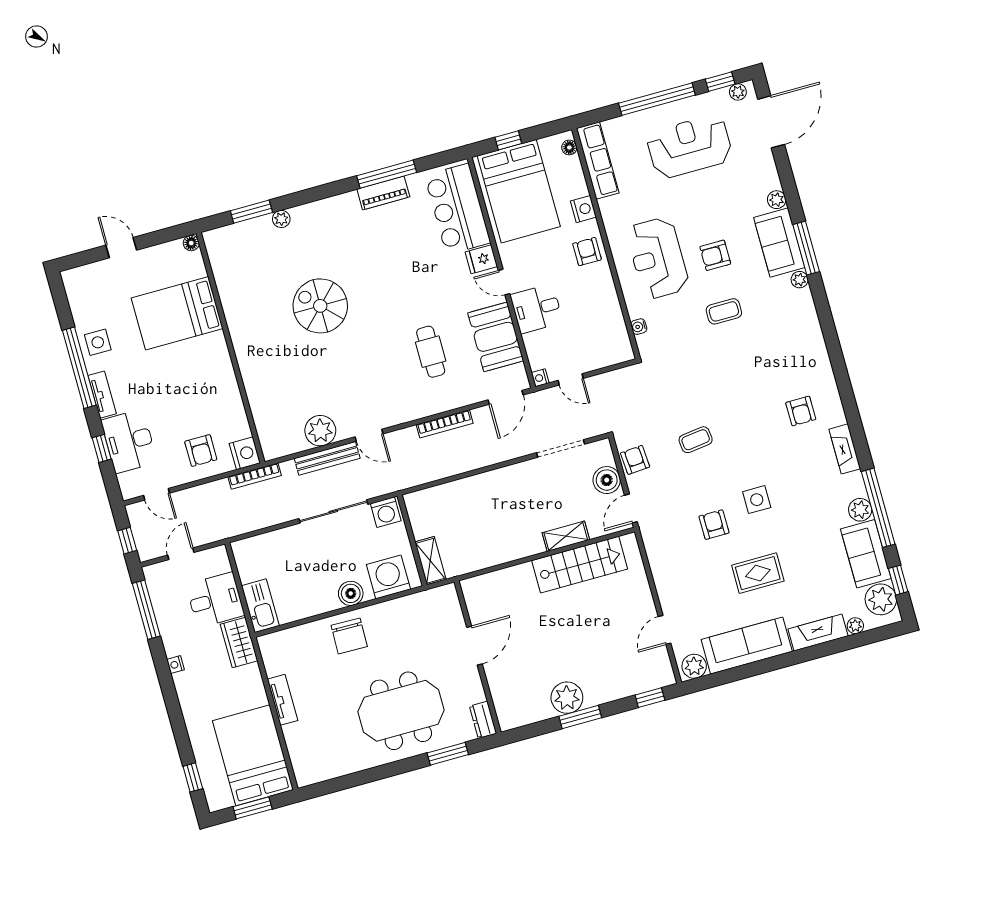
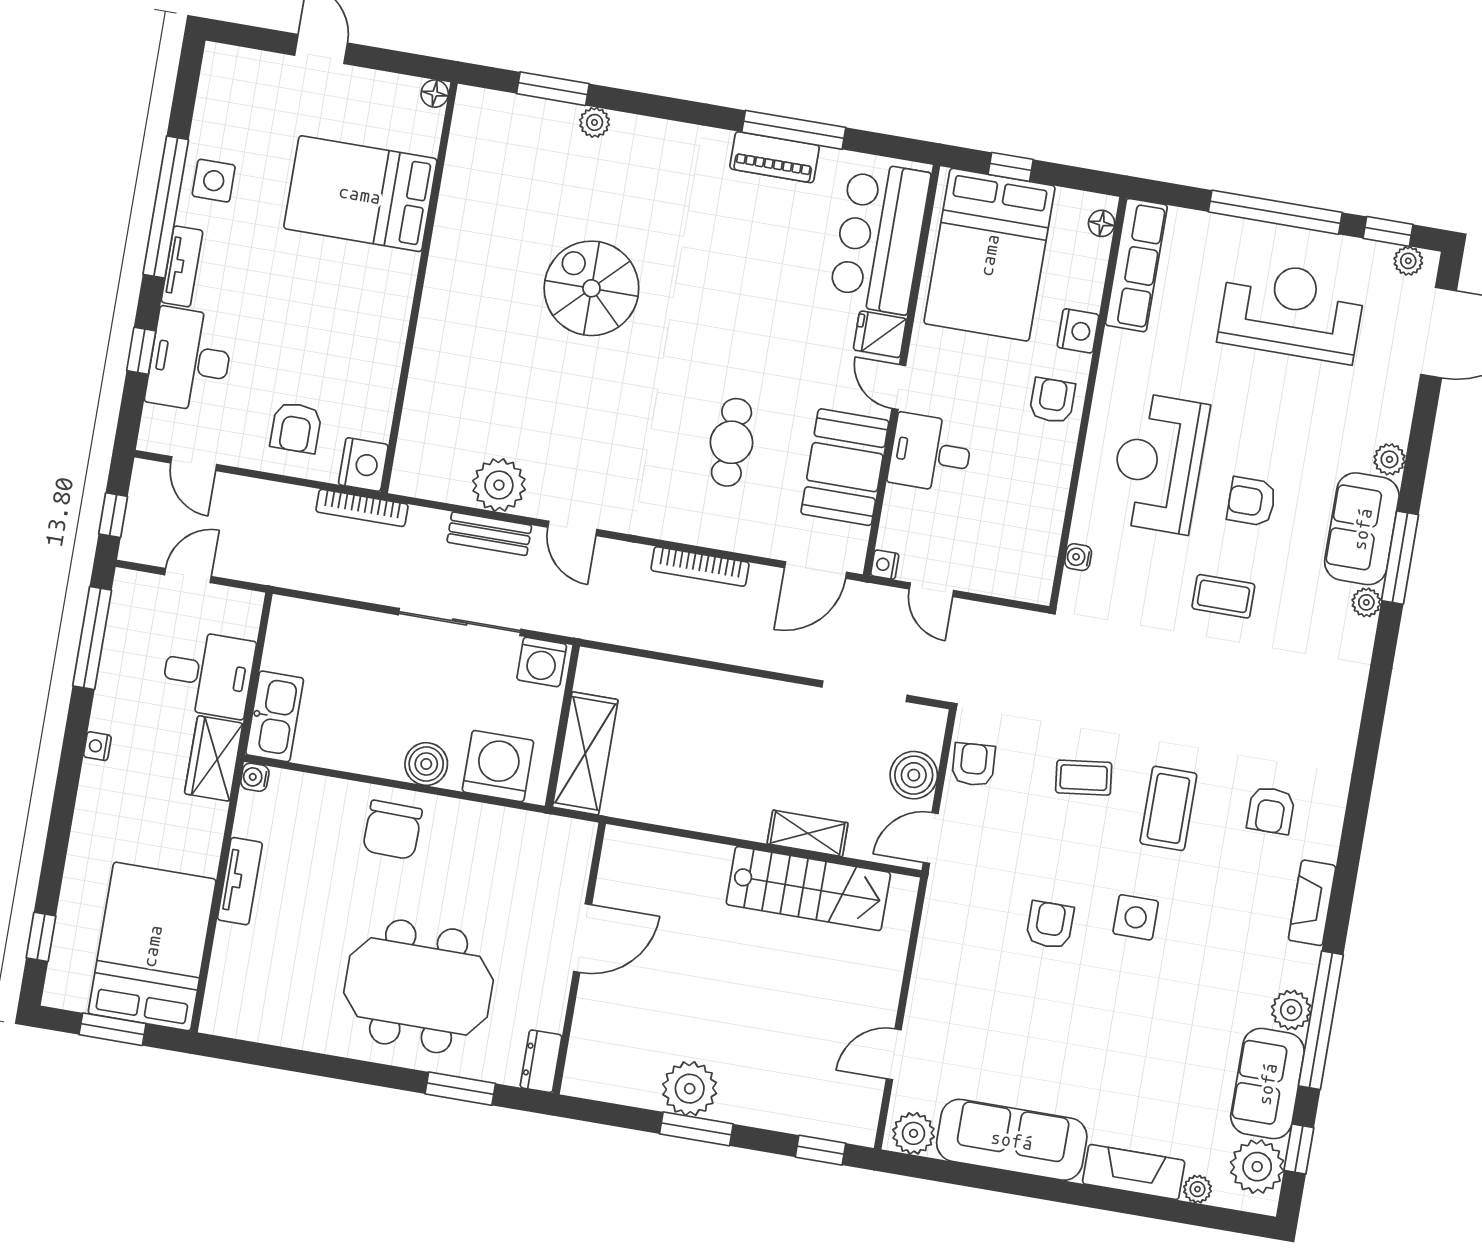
coffee table: (747, 435) -> (1168, 808), added
bench: (327, 458) -> (489, 534), width x0.73
shelving: (430, 561) -> (585, 753), width x1.50, depth x1.33
rug: (758, 573) -> (1083, 1034), removed
water cooler: (265, 642) -> (255, 777), added

